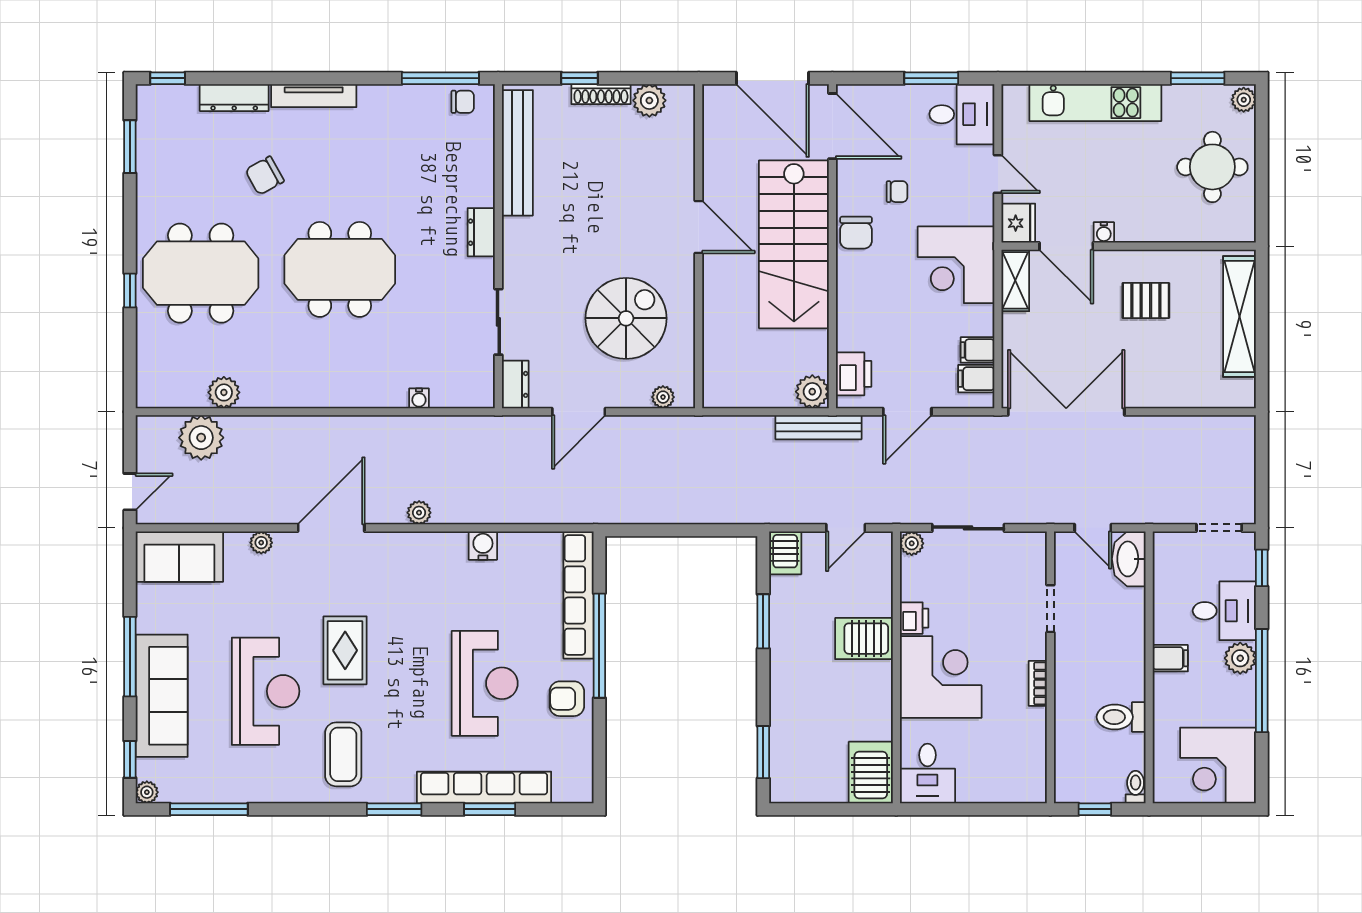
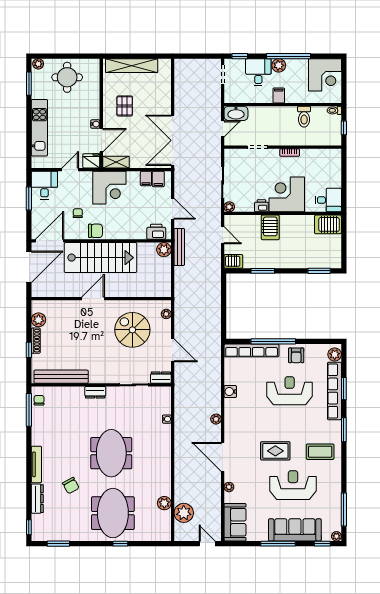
plant: (569, 788) -> (335, 354), added

